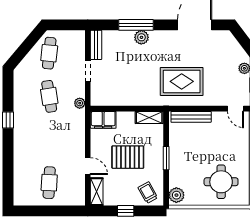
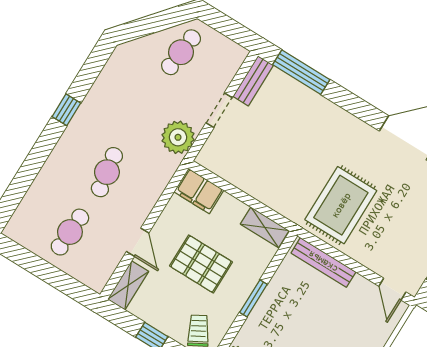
window: (136, 25) -> (301, 72), moved
plant: (141, 37) -> (323, 109), removed
rug: (182, 81) -> (341, 205), turned 90
cafe table: (49, 96) -> (107, 172), moved
plant: (80, 103) -> (178, 137), width x1.87, depth x1.87

